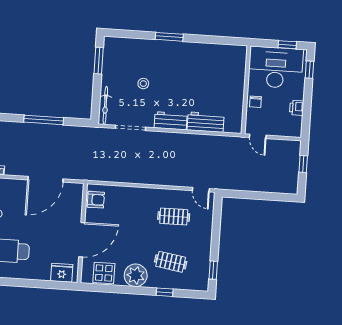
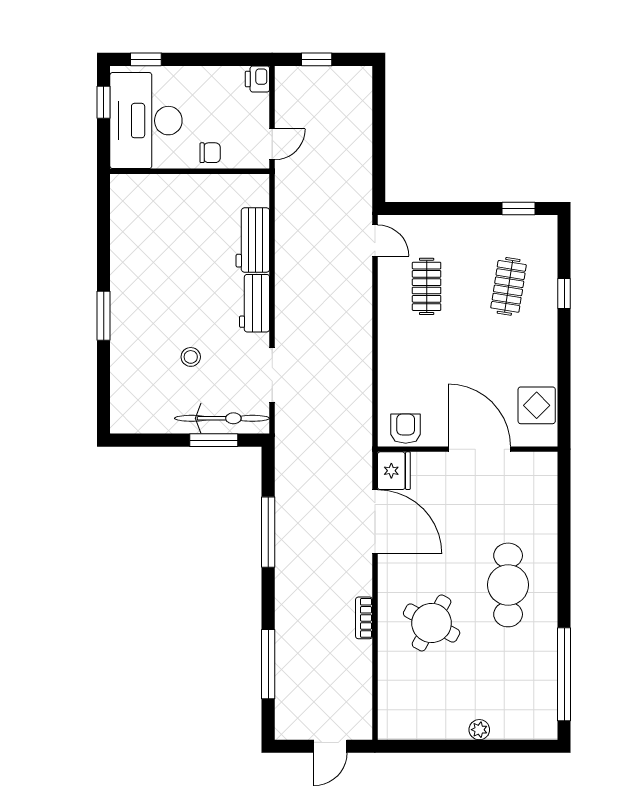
window: (99, 61) -> (214, 440), moved
bicycle: (105, 105) -> (222, 418), width x1.37, depth x1.40
printer: (297, 108) -> (257, 79), moved, turned 90
door: (201, 190) -> (375, 240), hinge flipped
fridge: (62, 273) -> (394, 471), moved, turned 180
plant: (136, 275) -> (537, 348), removed

